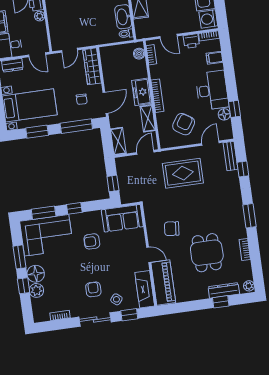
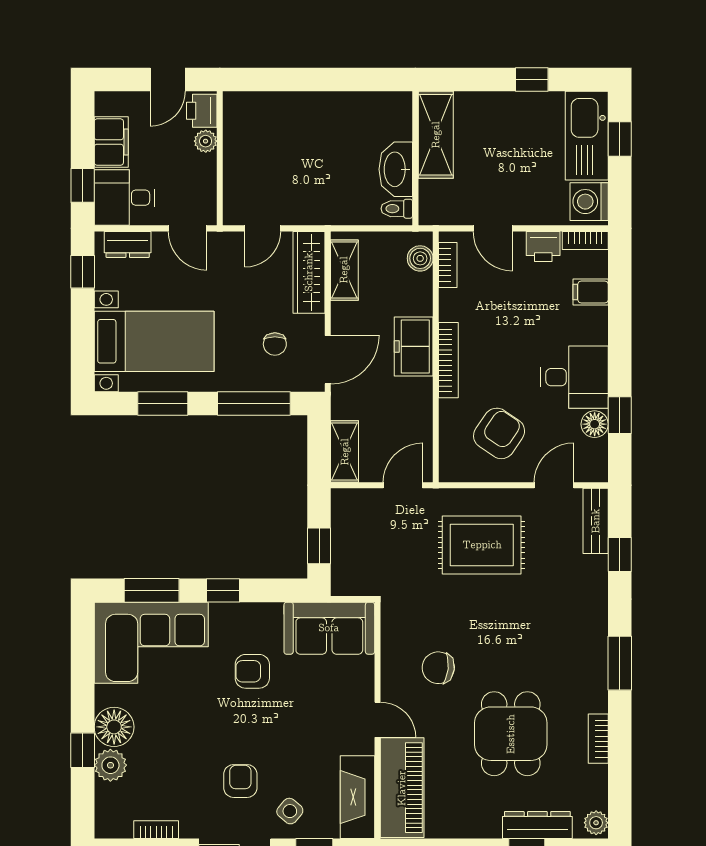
desk: (212, 90) -> (574, 377), width x0.73
shelving: (148, 118) -> (344, 270), moved
window: (20, 257) -> (83, 683), removed

